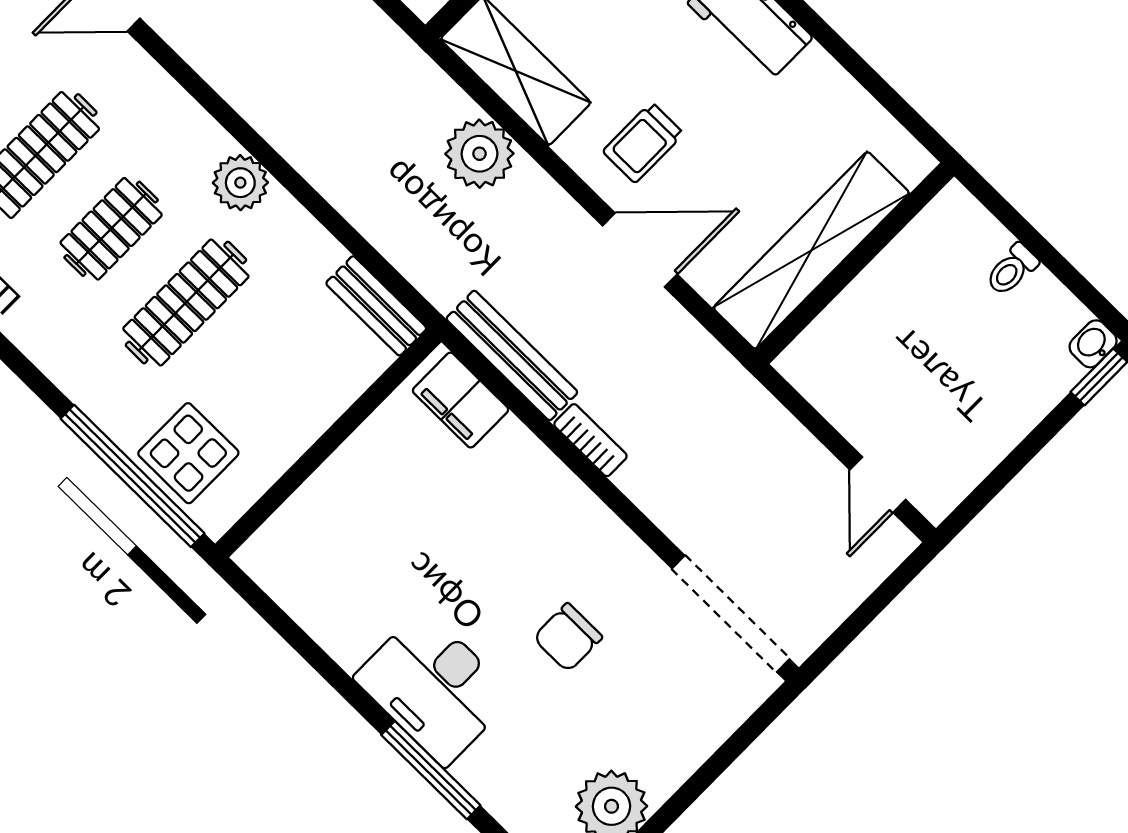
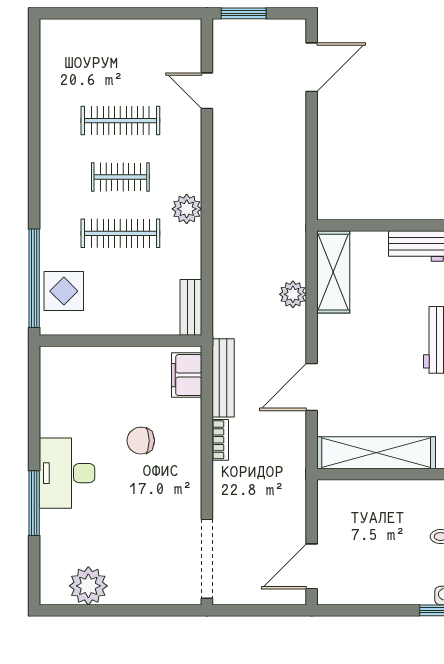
trolley: (643, 143) -> (354, 348), removed
plant: (479, 154) -> (293, 294), width x0.73, depth x0.73
door: (640, 250) -> (312, 387), swing flipped
door: (878, 485) -> (312, 566), width x1.38
chair: (568, 637) -> (141, 441), moved

